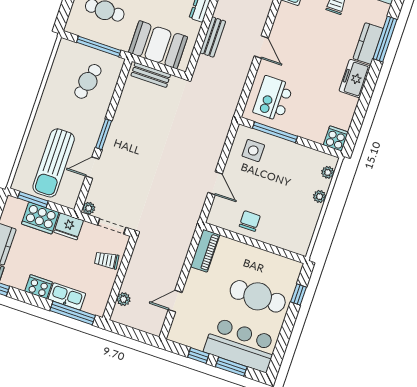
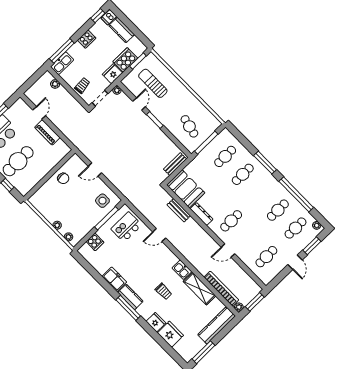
booth: (158, 45) -> (186, 189), moved, turned 90
kitchen island: (273, 99) -> (126, 227), turned -90
cooker: (336, 139) -> (95, 242), moved
sun lounger: (54, 163) -> (153, 83), width x0.73, depth x0.75
piano: (205, 251) -> (47, 132), moved
kitchen sink: (67, 296) -> (62, 63), moved

